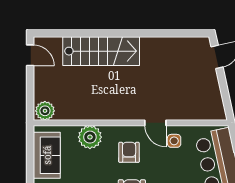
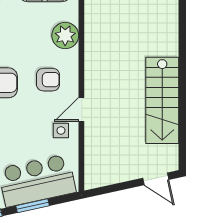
stairs: (101, 51) -> (162, 100), moved

